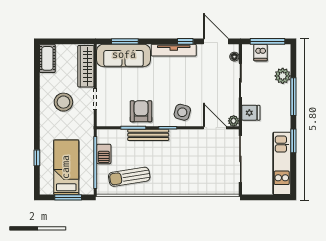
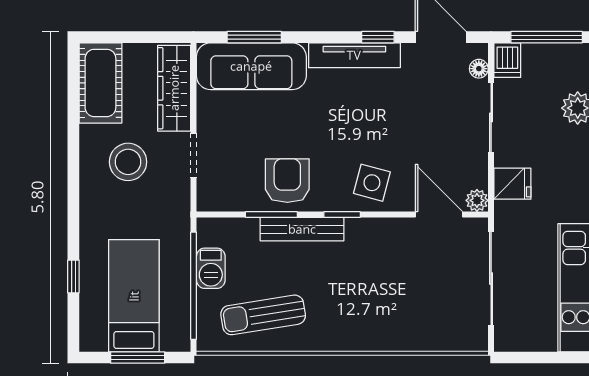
dishwasher: (260, 53) -> (507, 60), moved
cot: (47, 58) -> (100, 83), width x1.37, depth x1.34

